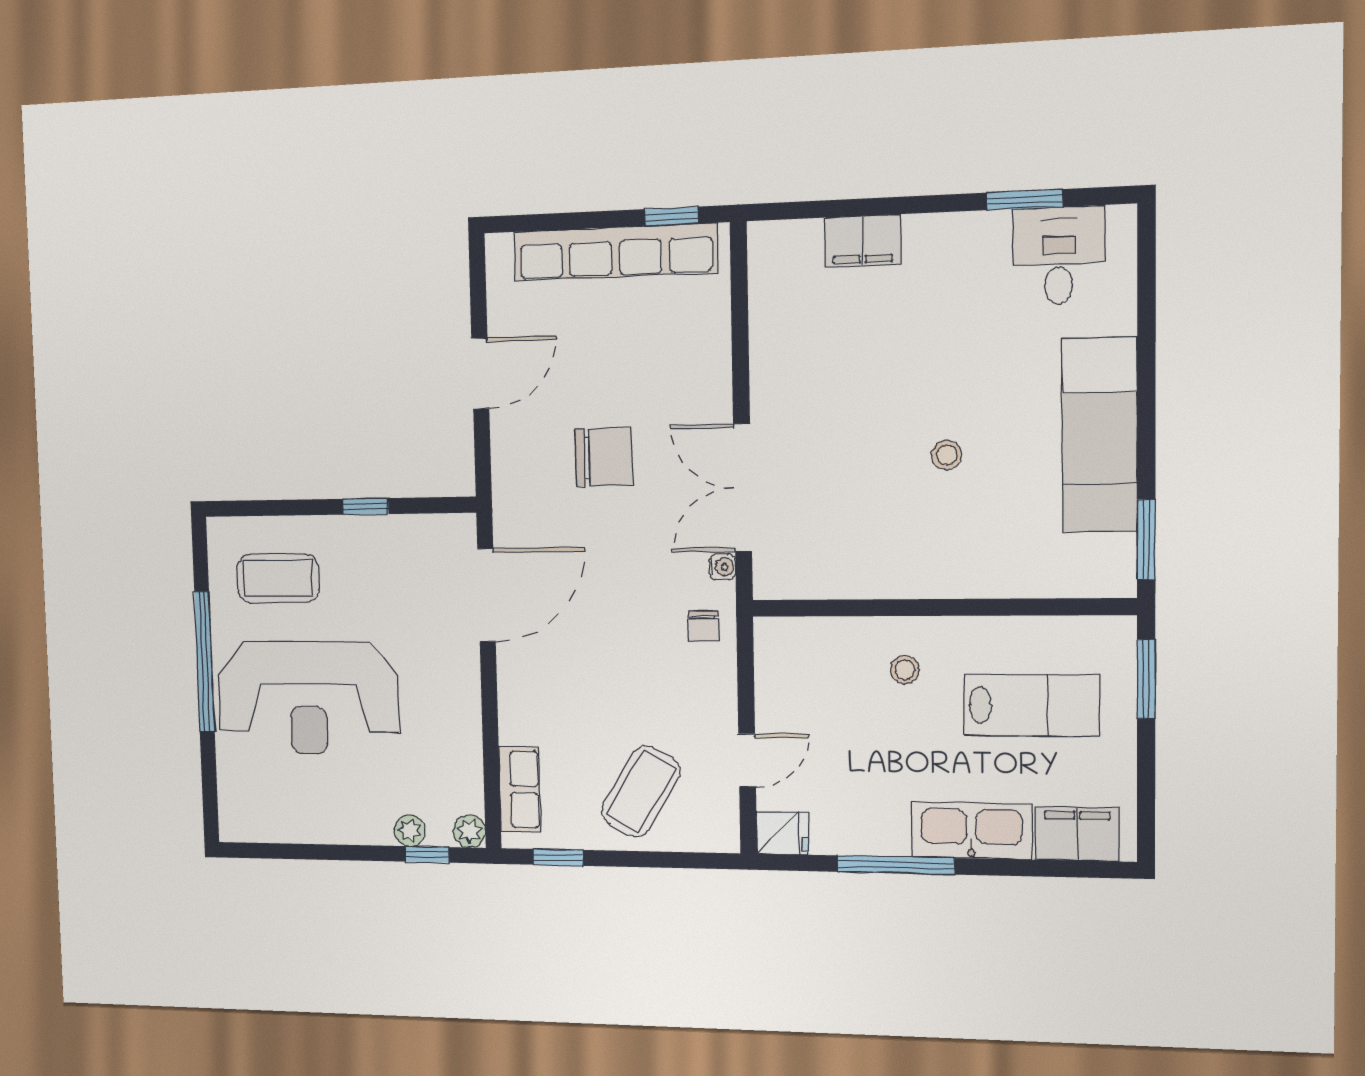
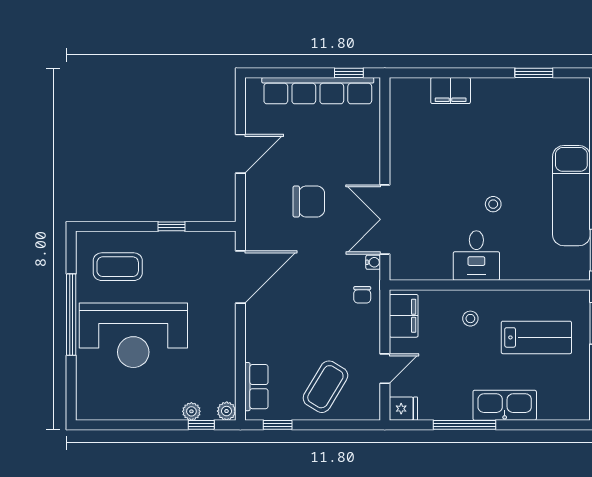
desk: (1059, 256) -> (476, 256), moved, turned 180
filing cabinet: (1077, 834) -> (404, 316), moved, turned 90

